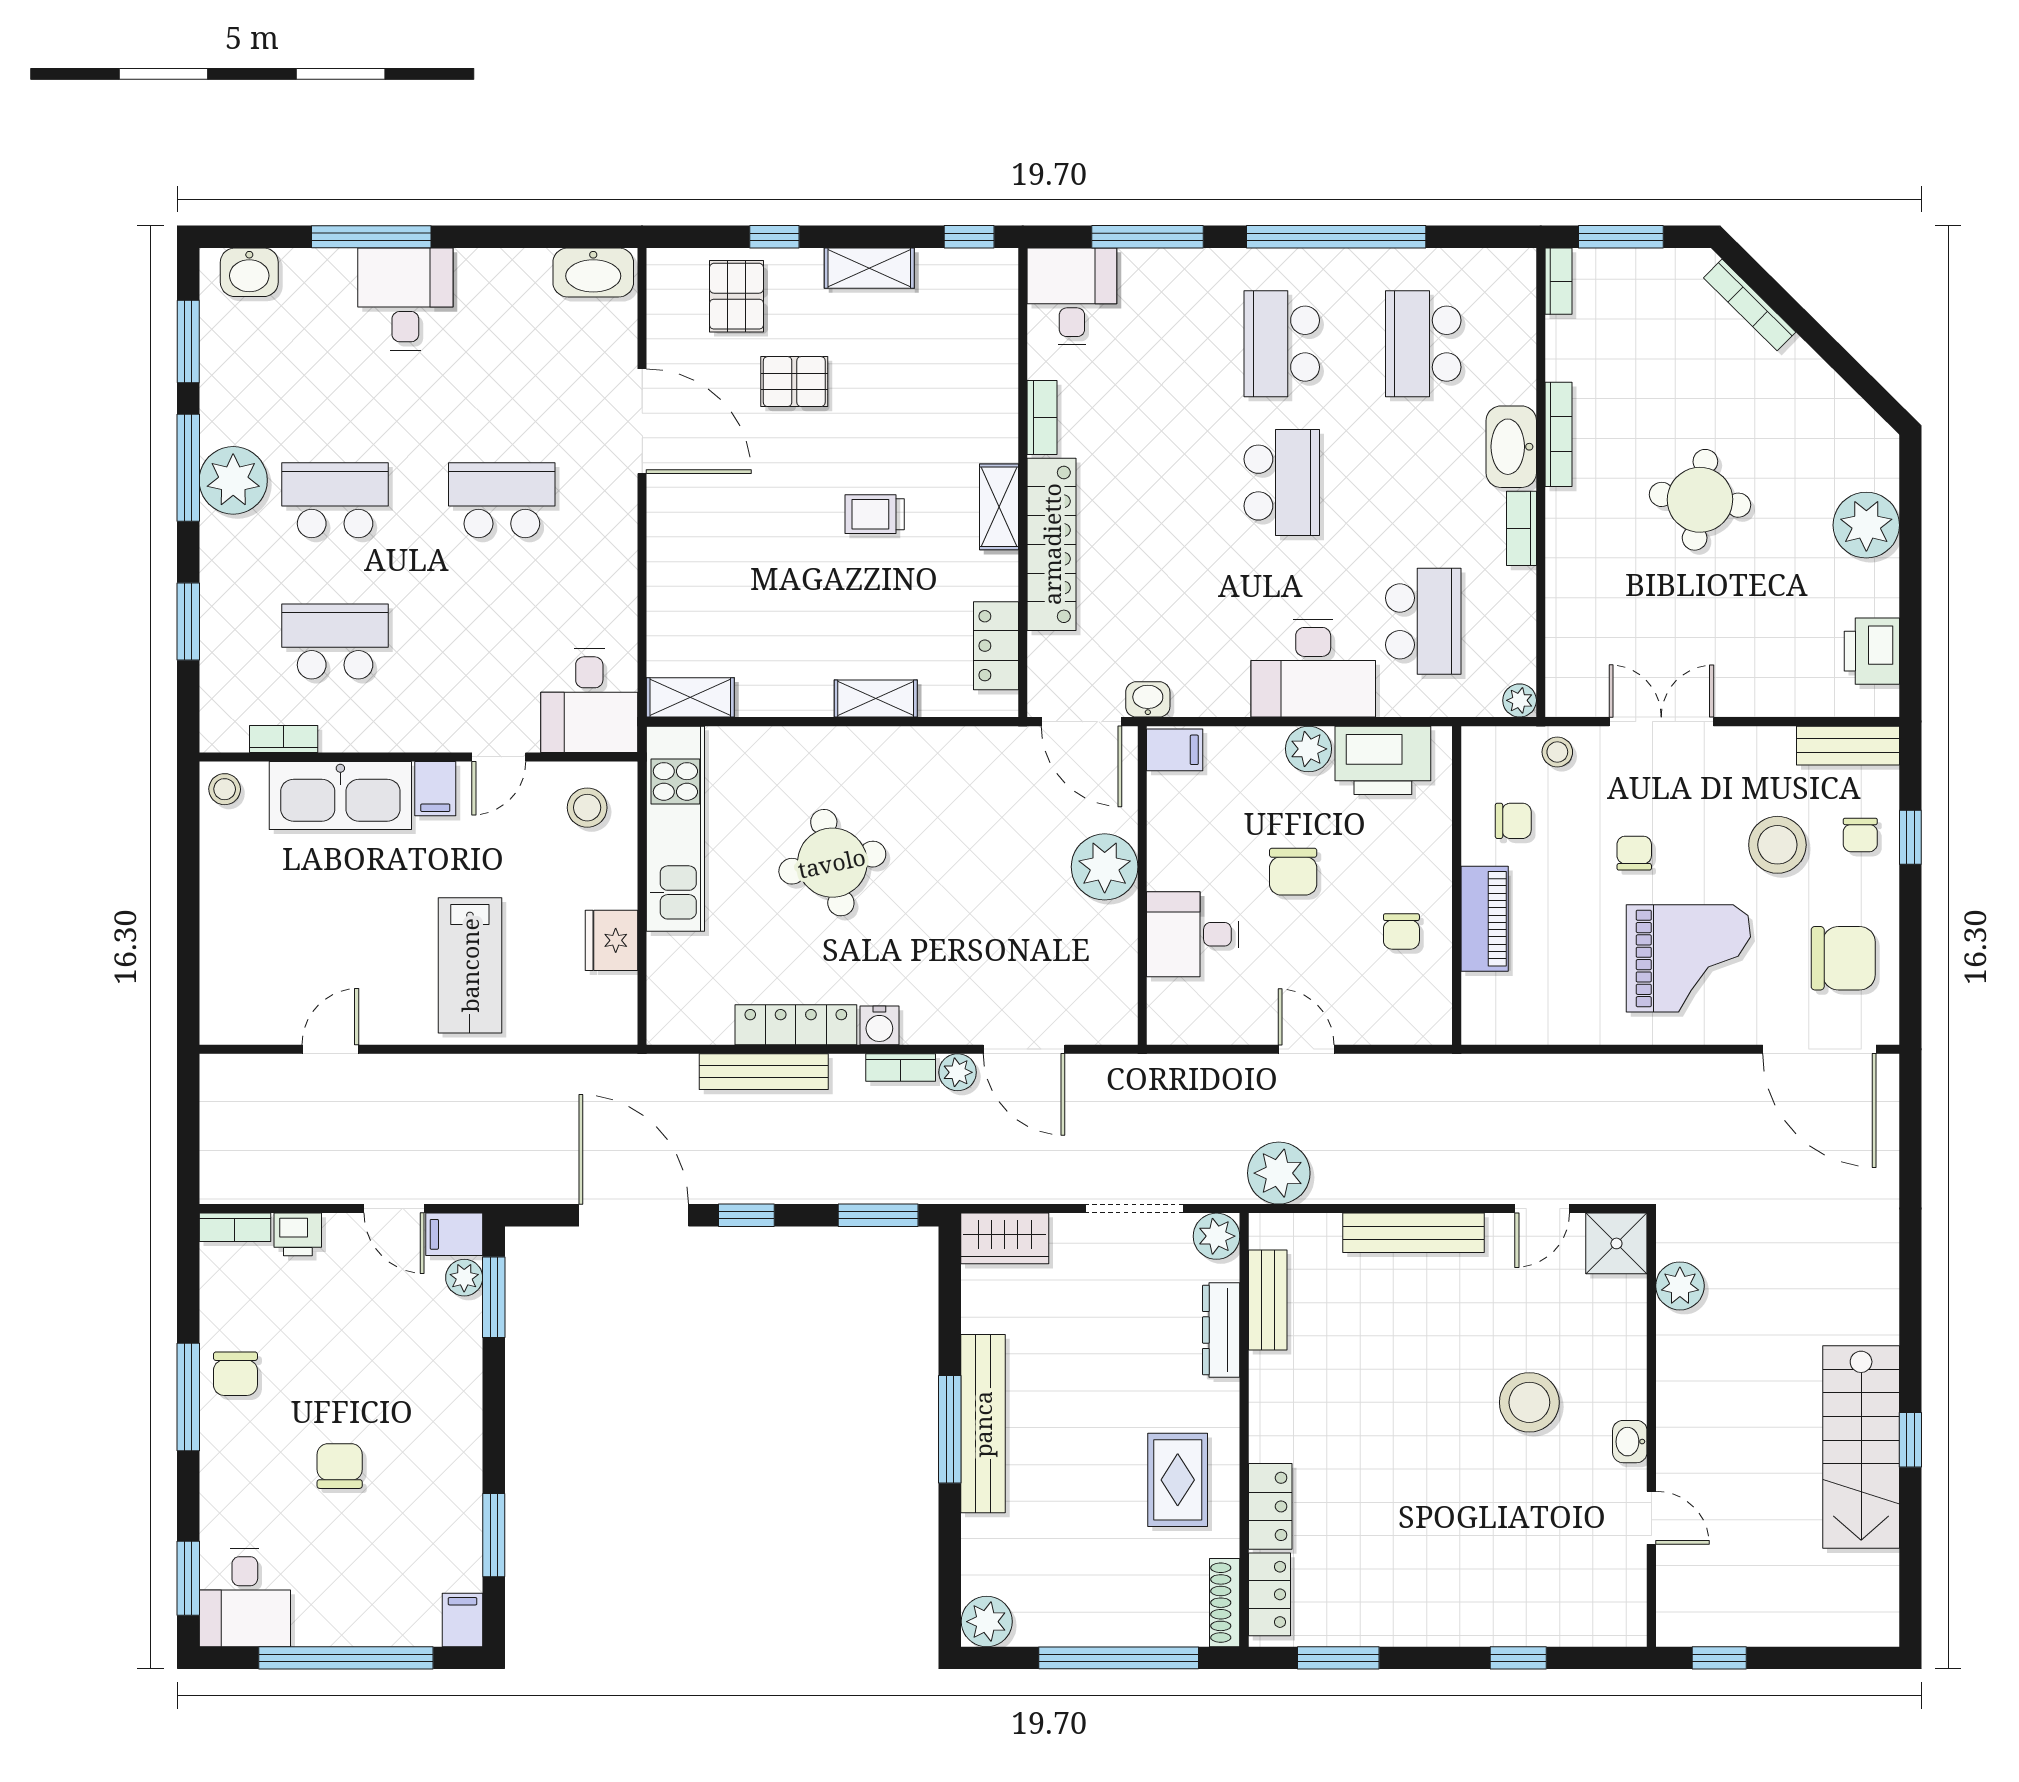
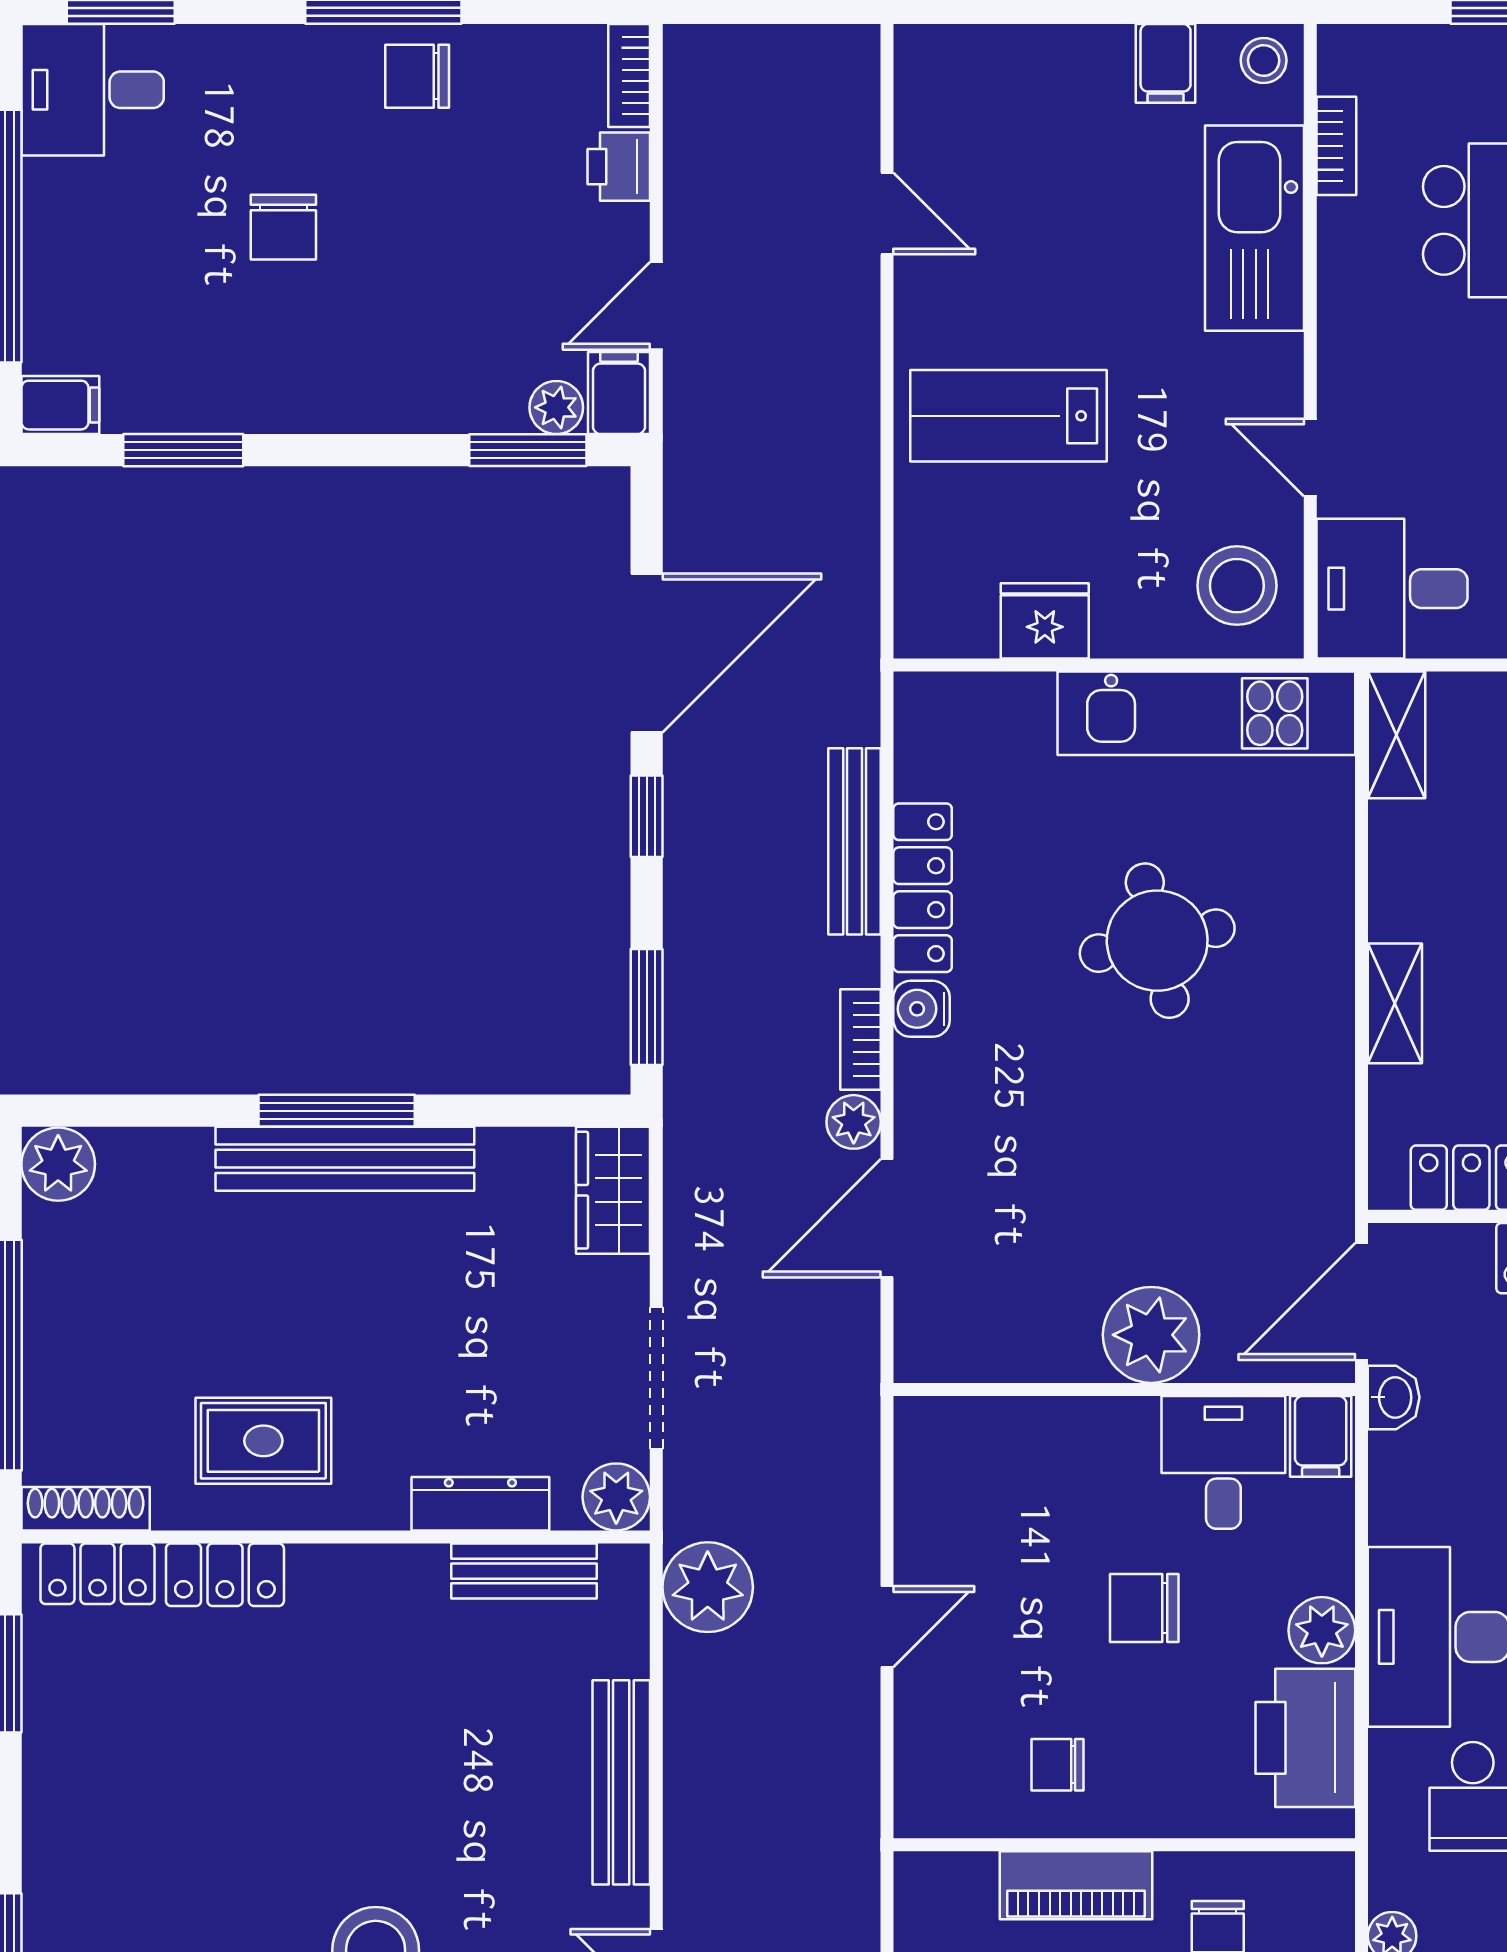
filing cabinet: (435, 789) -> (1166, 63), moved, turned -90
stool: (587, 808) -> (1237, 586), width x1.38, depth x1.38
desk: (1193, 934) -> (1223, 1462), moved
chair: (340, 1466) -> (283, 227), turned 90

